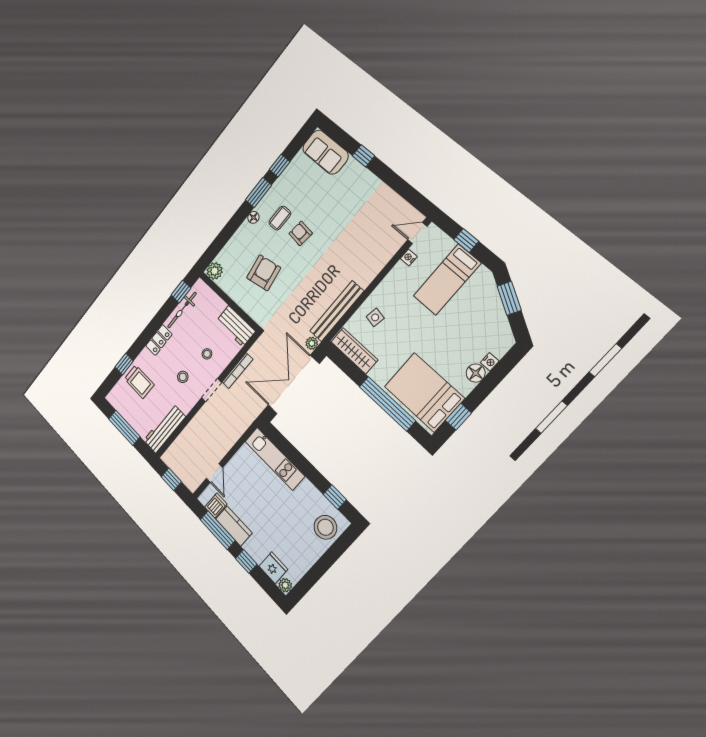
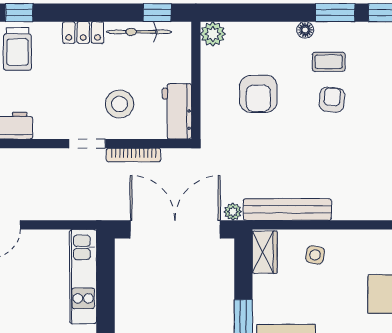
armchair: (264, 273) -> (258, 94), turned 100
wardrobe: (354, 351) -> (265, 252), width x0.67
stool: (207, 354) -> (120, 104), width x1.89, depth x1.89
stool: (183, 377) -> (70, 97), removed

